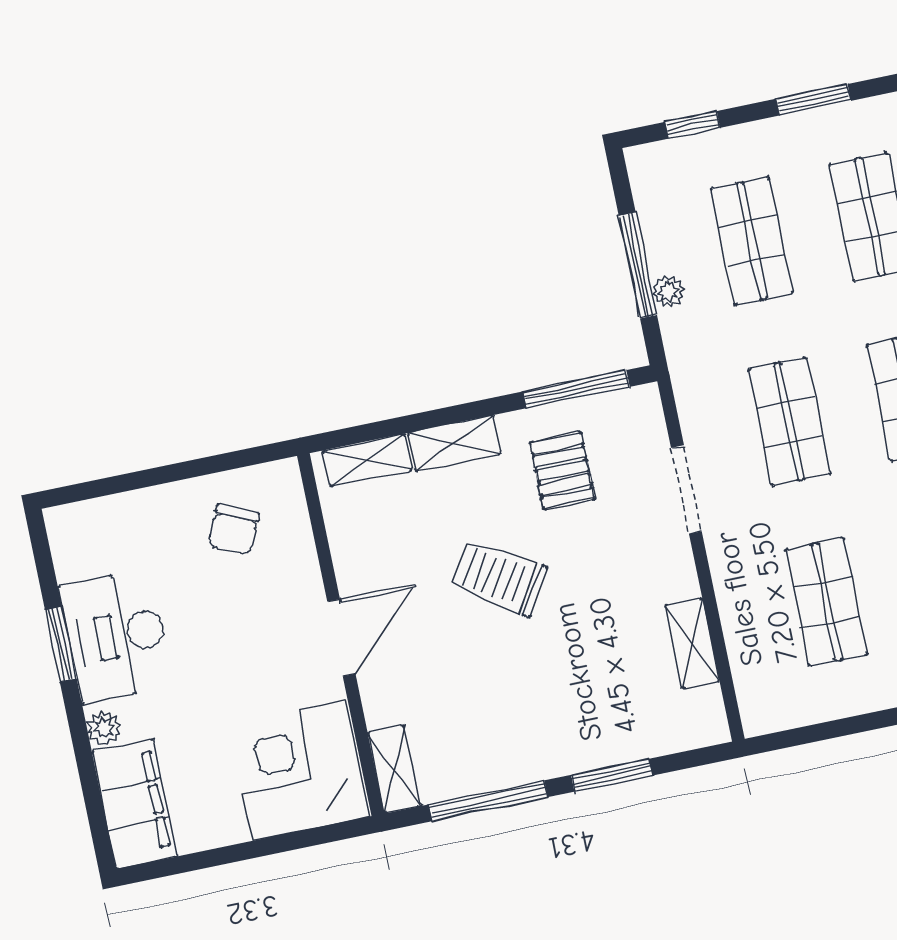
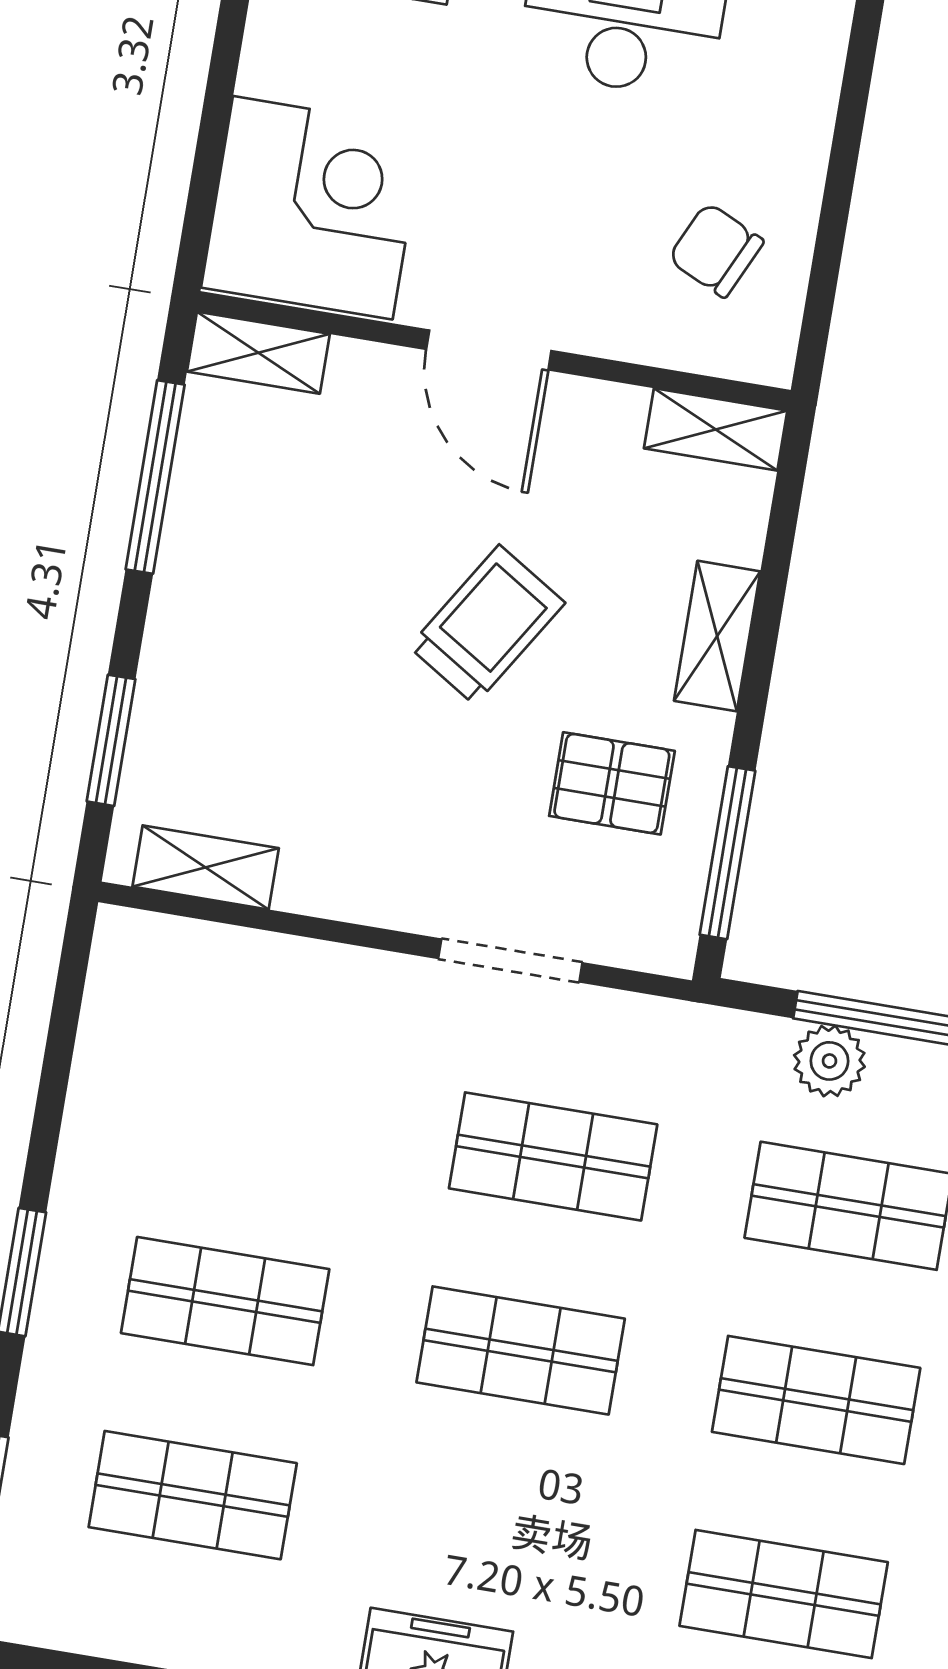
plant: (668, 292) -> (829, 1061), width x1.38, depth x1.38
shelving: (367, 460) -> (716, 429), moved, turned 90
shop shelf: (827, 602) -> (258, 1107), removed
shelving: (692, 643) -> (206, 867), moved
window: (612, 775) -> (111, 740), moved

